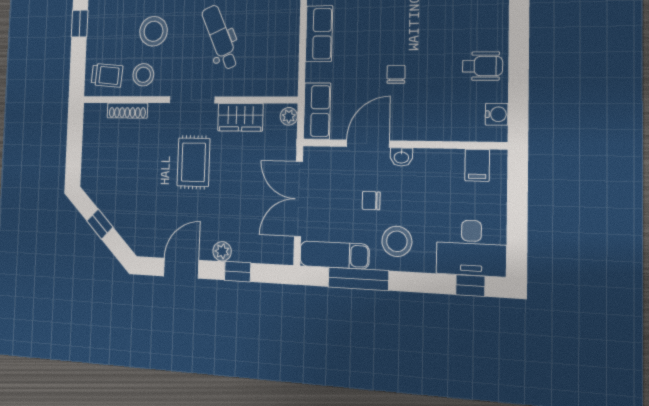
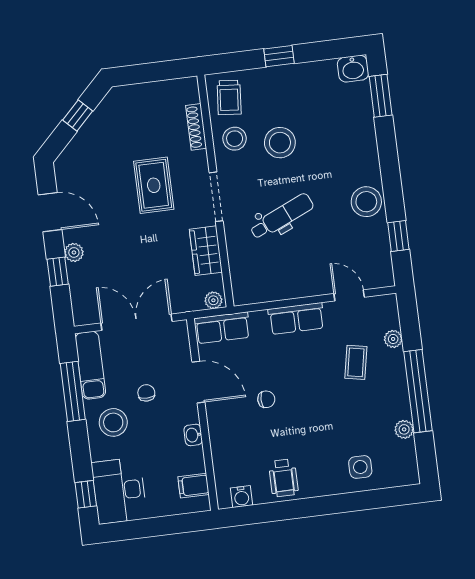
washbasin: (401, 157) -> (193, 435), moved
rug: (194, 162) -> (154, 185), moved, turned 90

